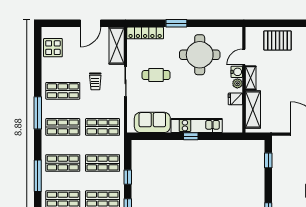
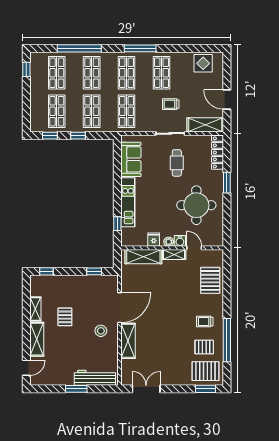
window: (191, 136) -> (117, 224), moved
window: (38, 176) -> (79, 48), width x1.46

